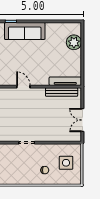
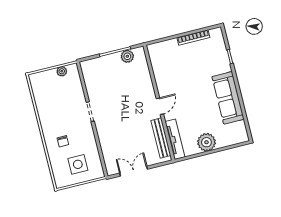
sofa: (25, 31) -> (228, 98), moved
plant: (74, 42) -> (206, 142), moved
door: (23, 87) -> (160, 106), moved

